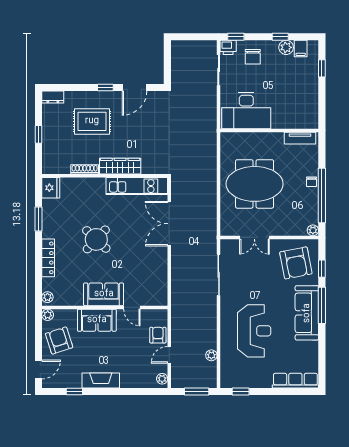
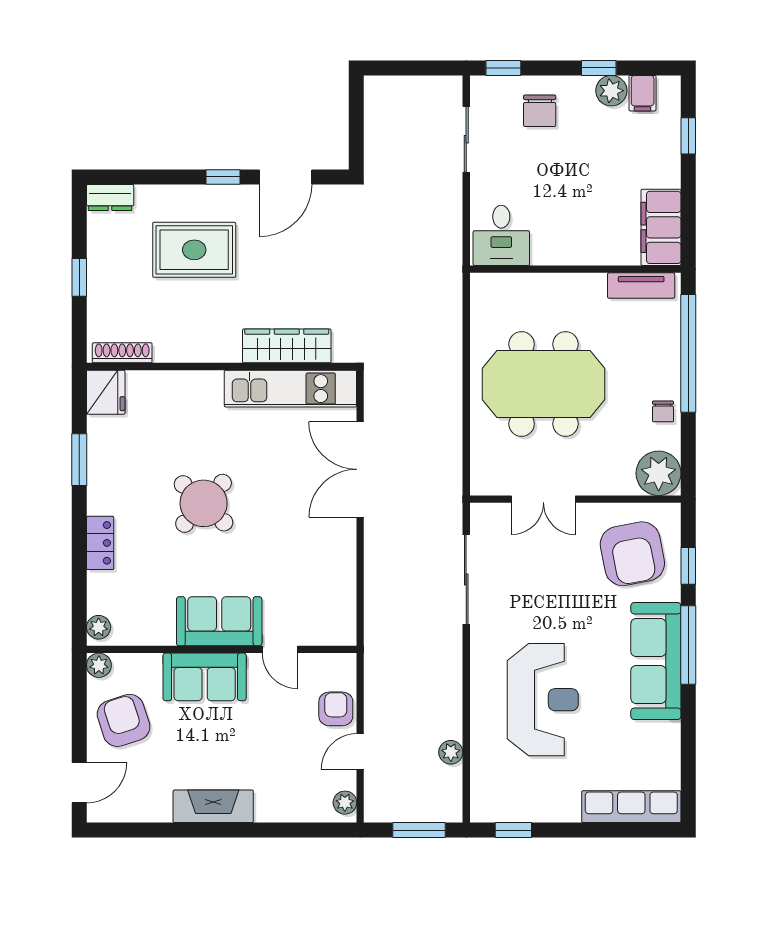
printer: (228, 47) -> (487, 91), removed
desk: (246, 111) -> (501, 235), width x0.53, depth x0.77
filing cabinet: (309, 111) -> (661, 227), added
wardrobe: (120, 166) -> (287, 346), moved
shoe rack: (85, 169) -> (122, 353), moved
chair: (312, 182) -> (663, 411), moved
window: (322, 196) -> (688, 353), moved
plant: (313, 230) -> (659, 473), width x1.88, depth x1.88
locker: (48, 258) -> (100, 543), width x0.66
window: (74, 392) -> (156, 830), removed

